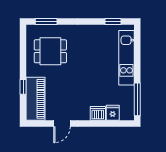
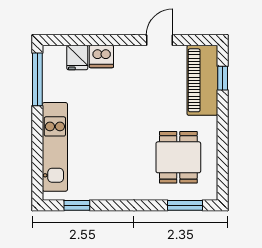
dining table: (50, 51) -> (178, 157), turned 90
window: (23, 87) -> (223, 78), moved

